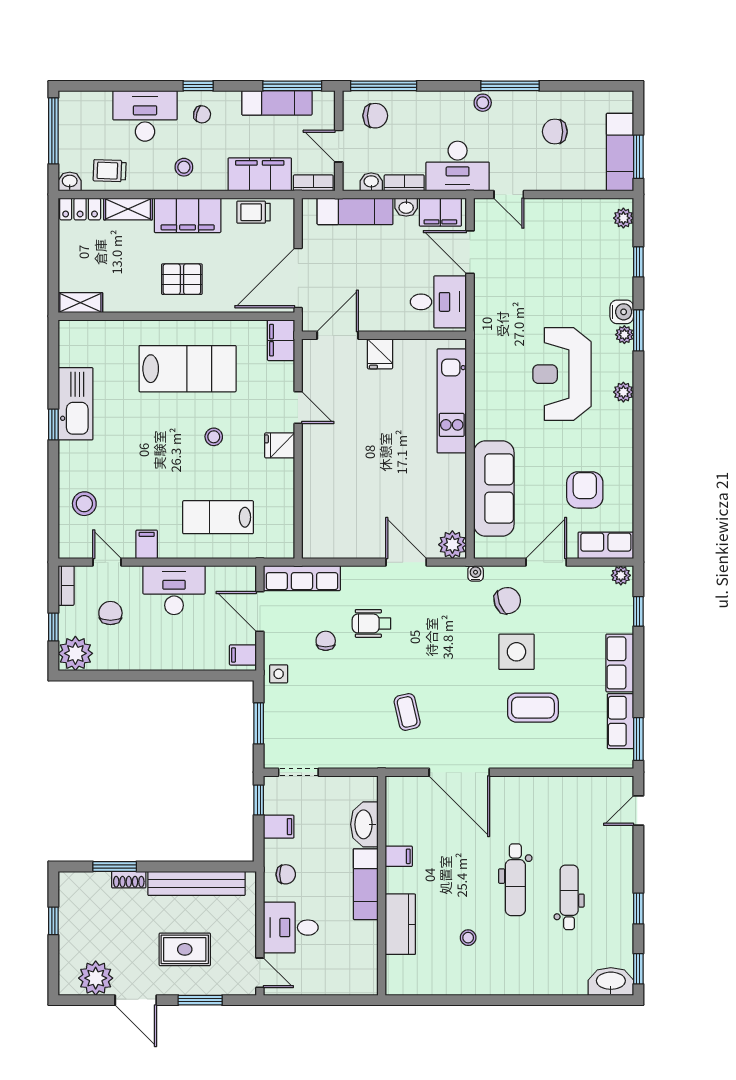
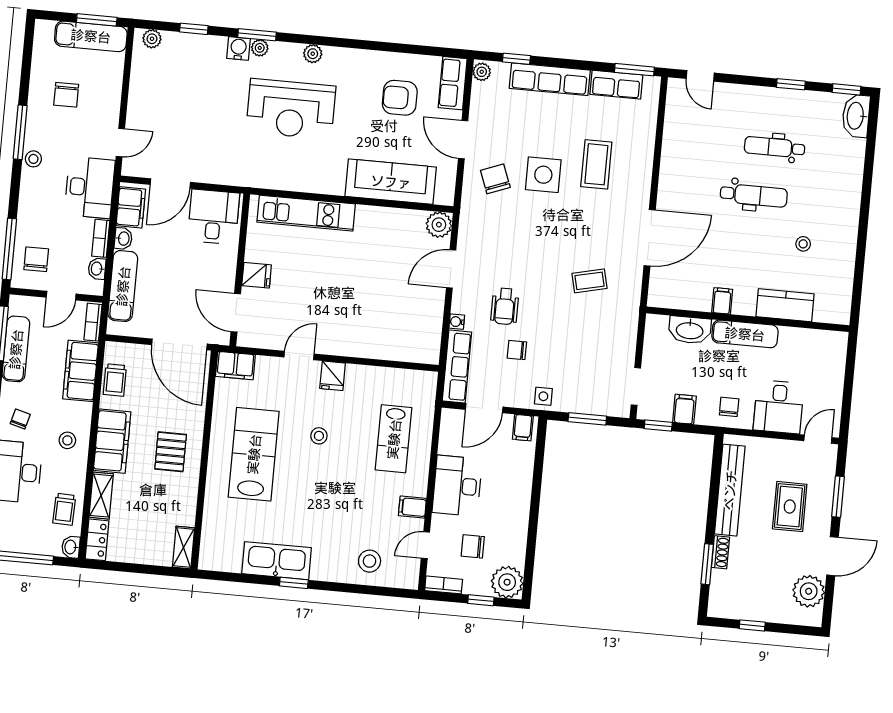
water cooler: (476, 573) -> (457, 322), moved
row of seats: (620, 663) -> (550, 79), width x1.48

